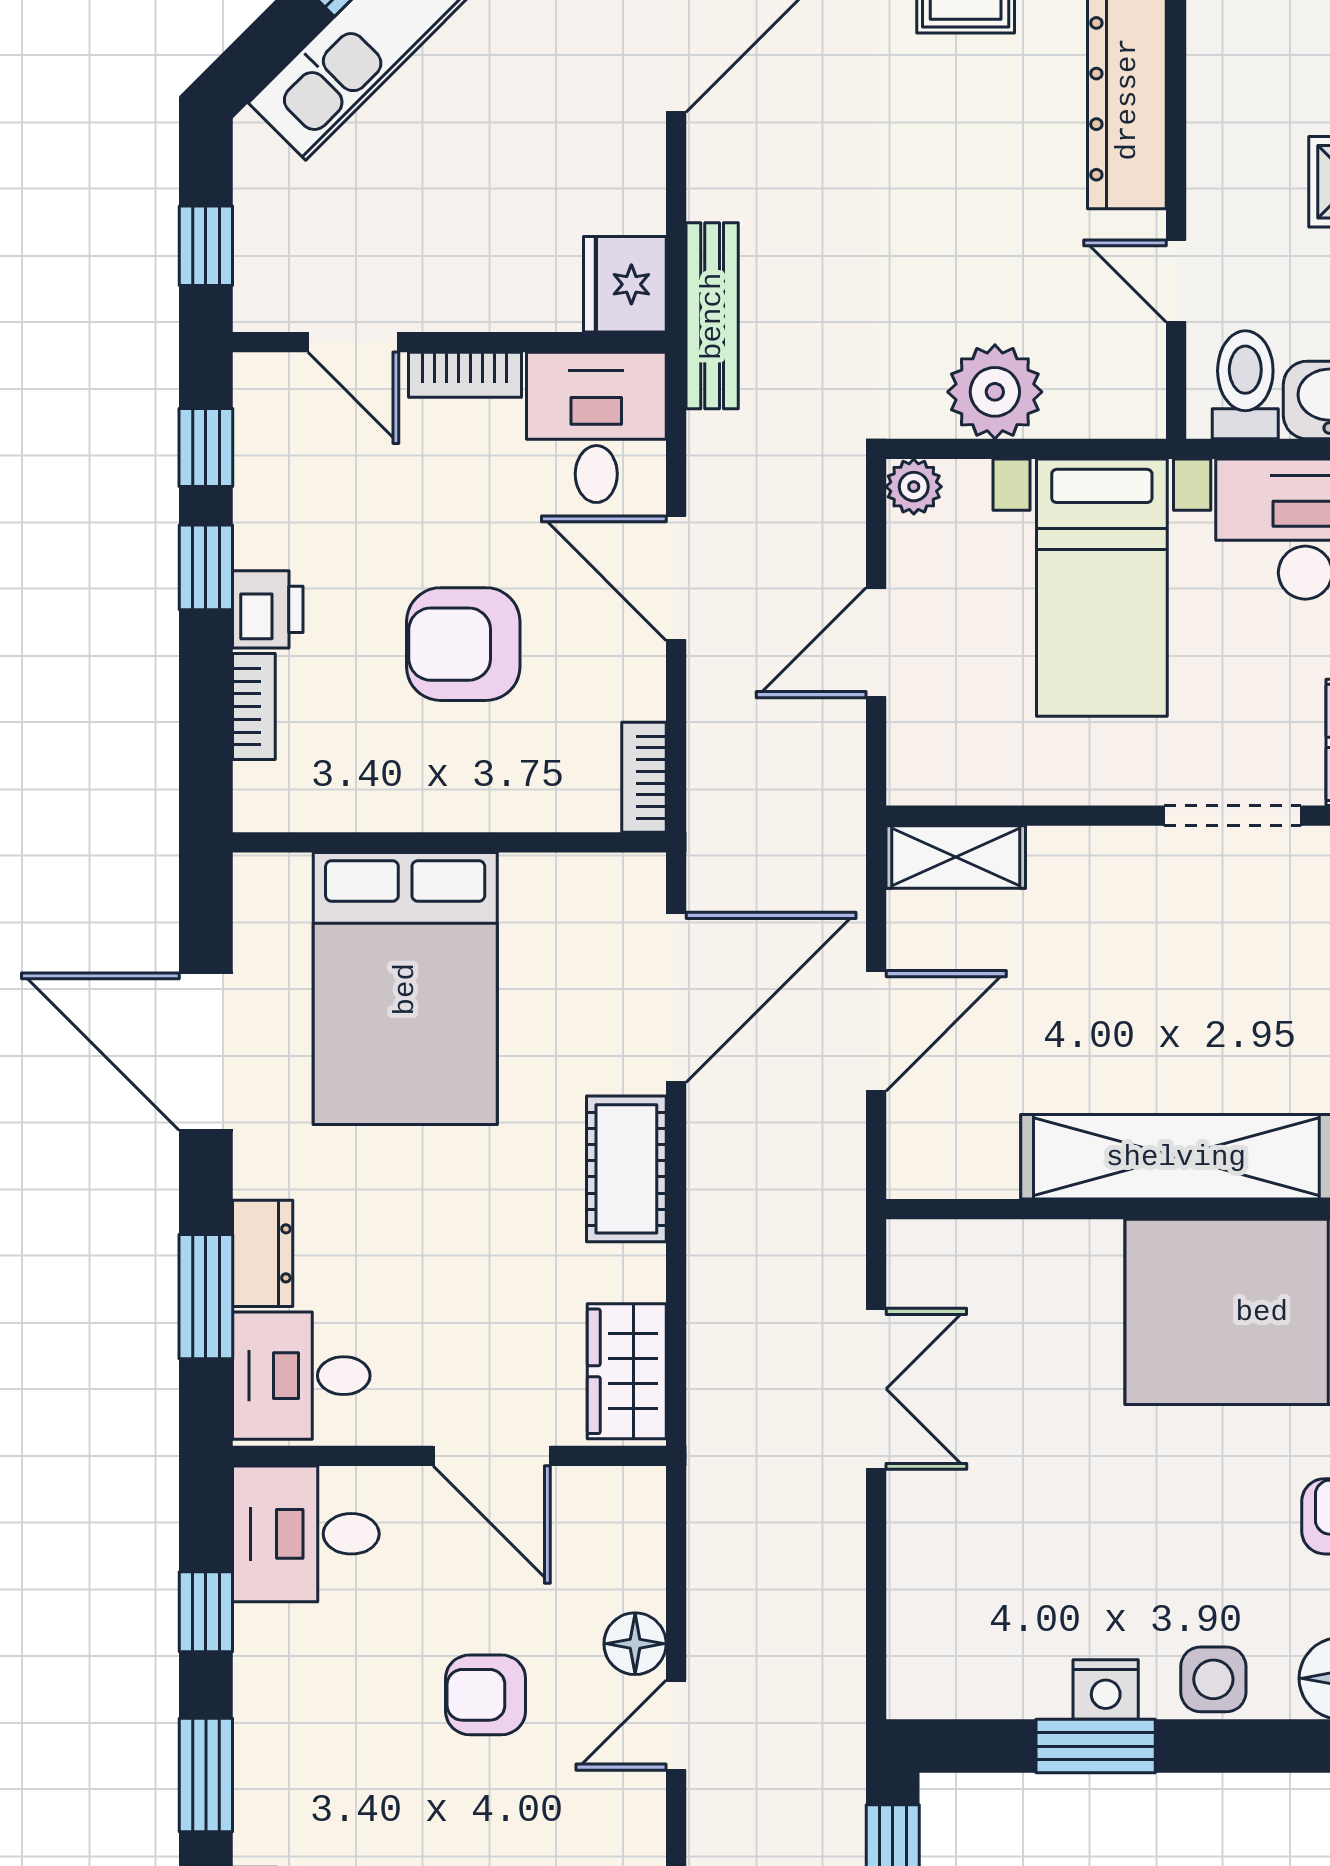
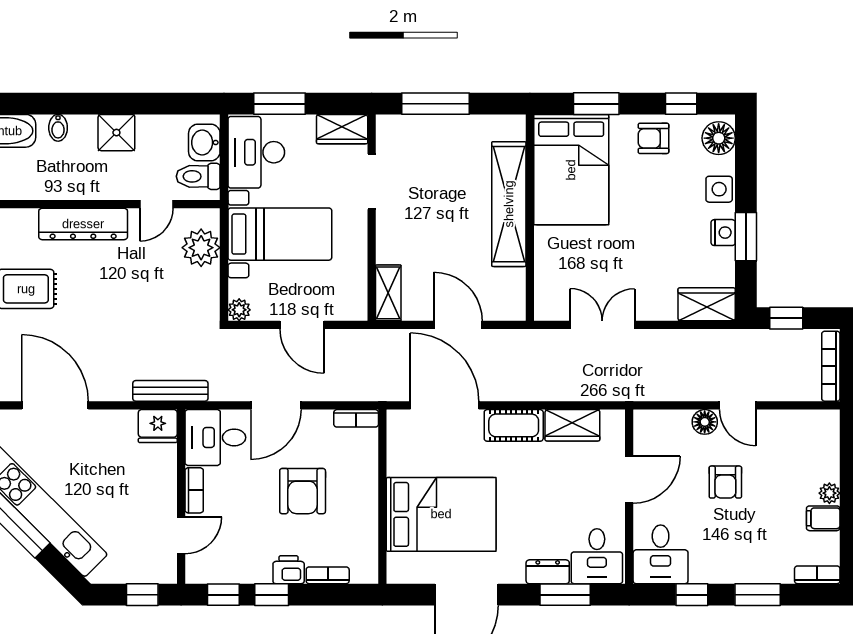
plant: (995, 392) -> (201, 248), moved
wardrobe: (627, 1371) -> (572, 425), moved
wardrobe: (927, 1648) -> (707, 304), added

